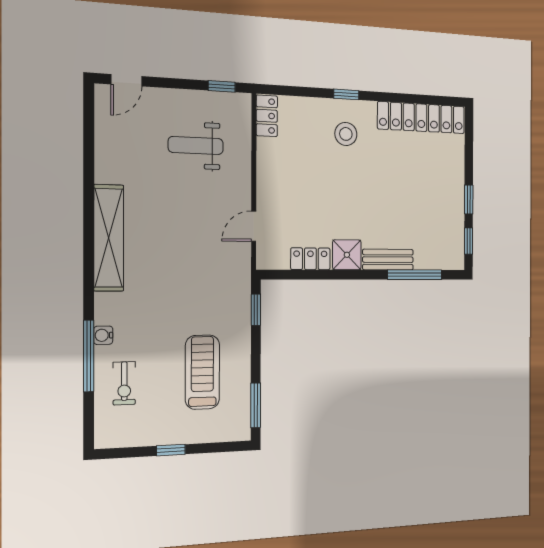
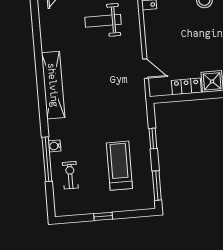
door: (254, 226) -> (146, 69), swing flipped
window: (256, 310) -> (153, 138), moved
exercise bike: (124, 383) -> (70, 175), turned 180

